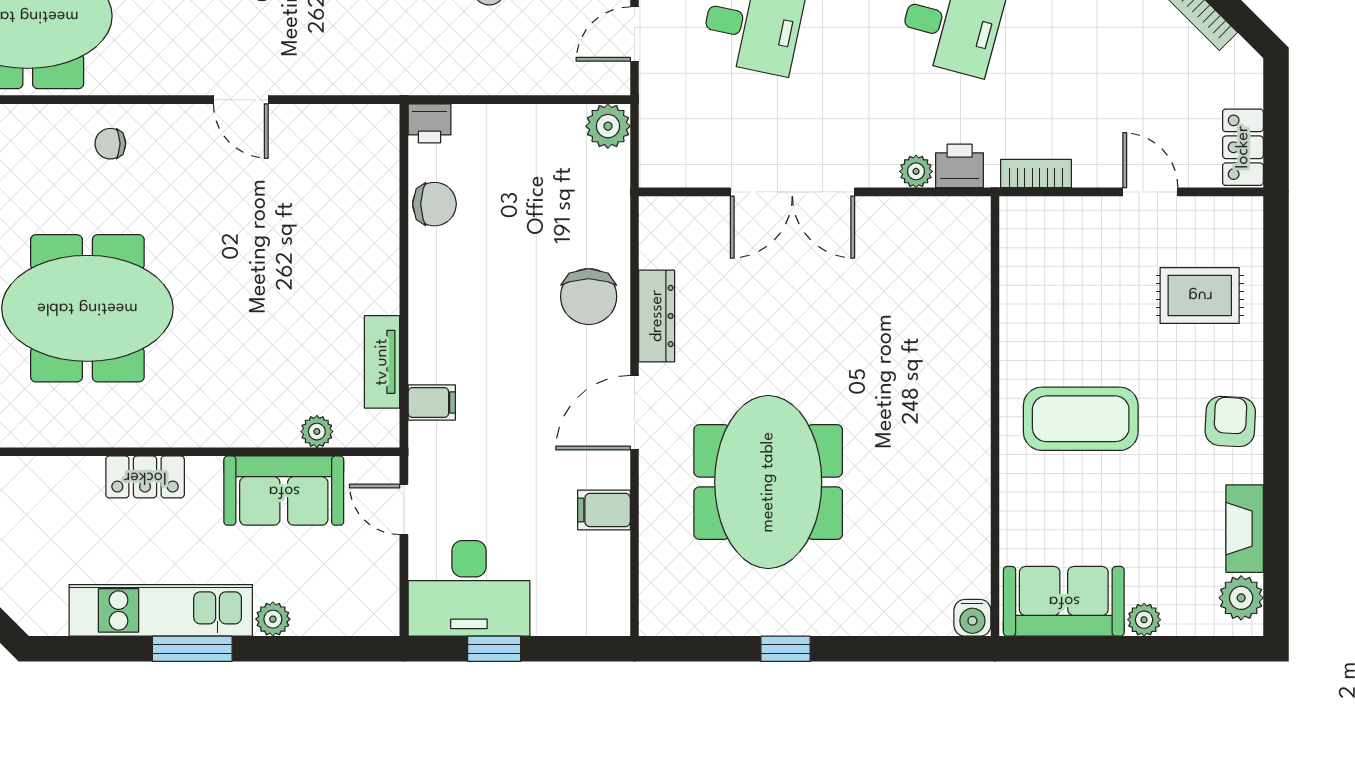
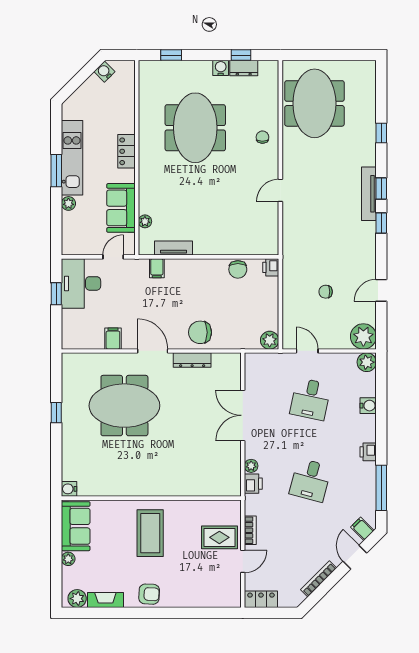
bookcase: (1036, 173) -> (250, 530), moved
rug: (1200, 296) -> (219, 537), moved, turned 90

